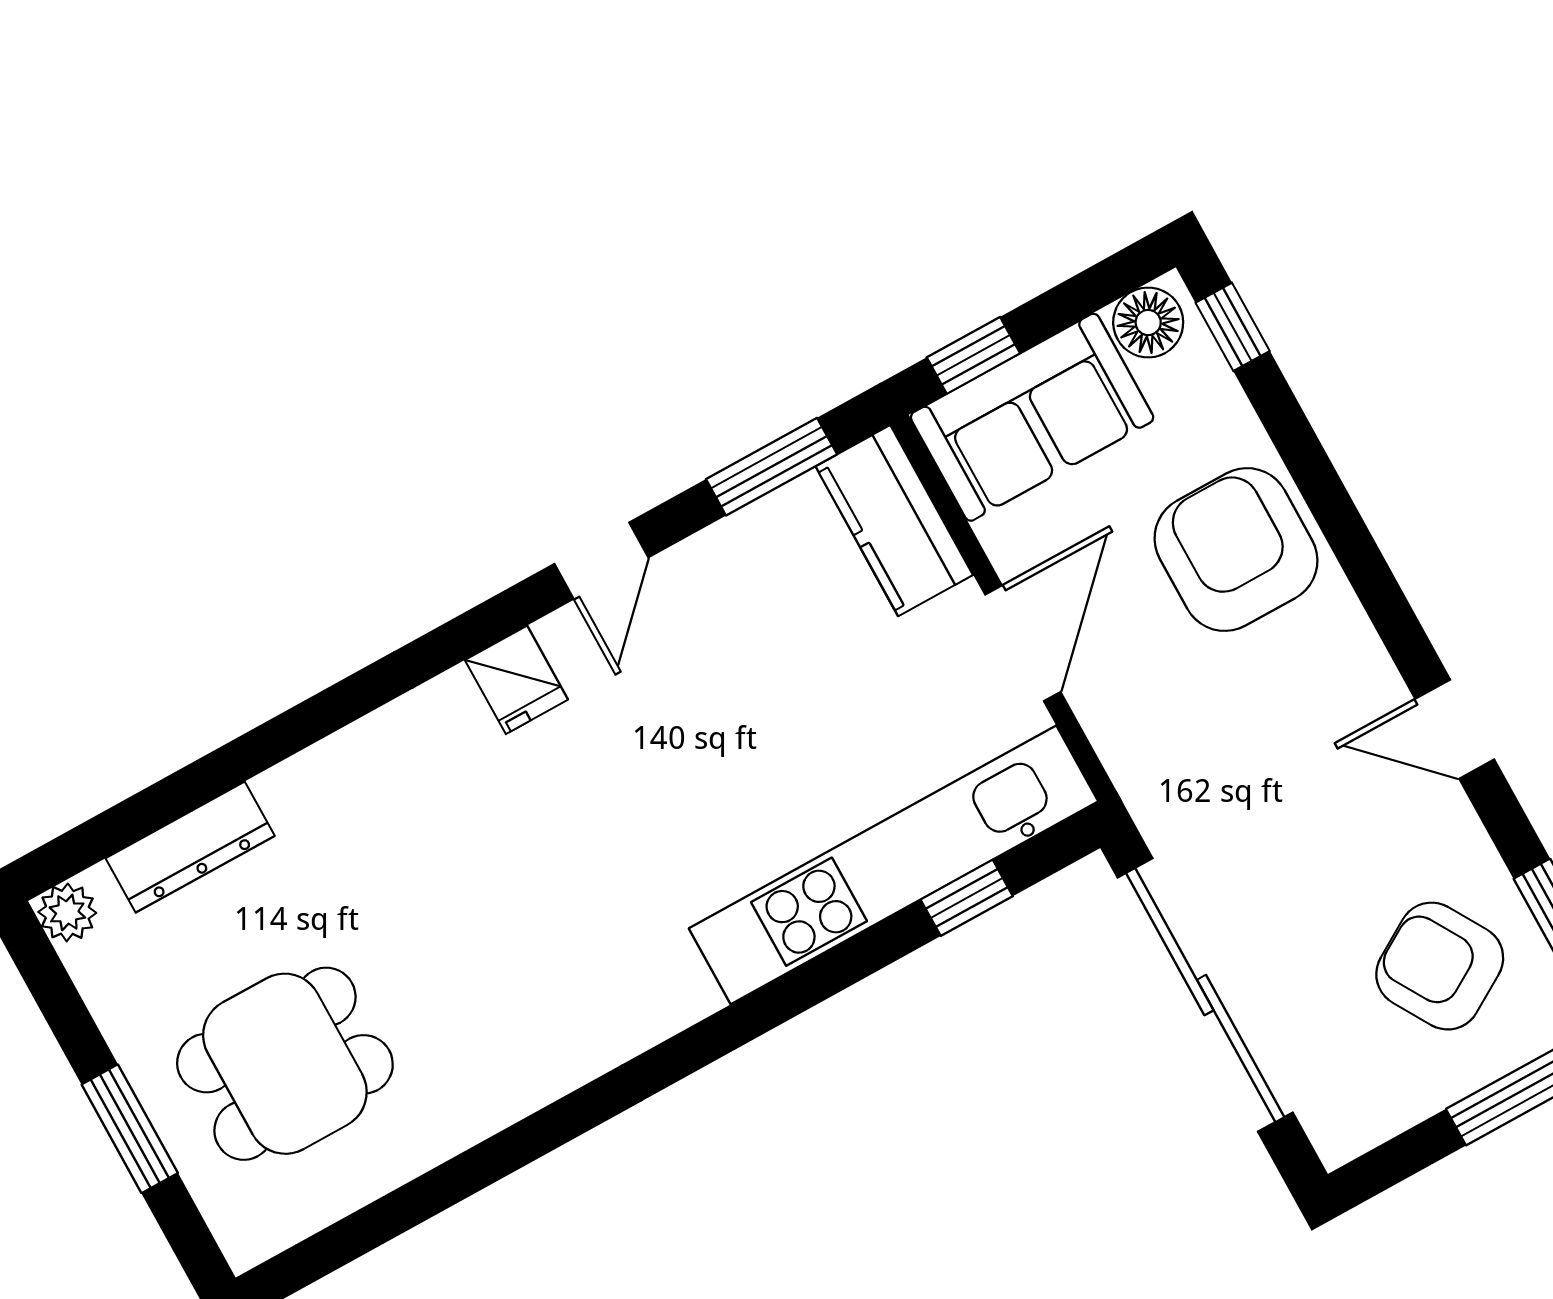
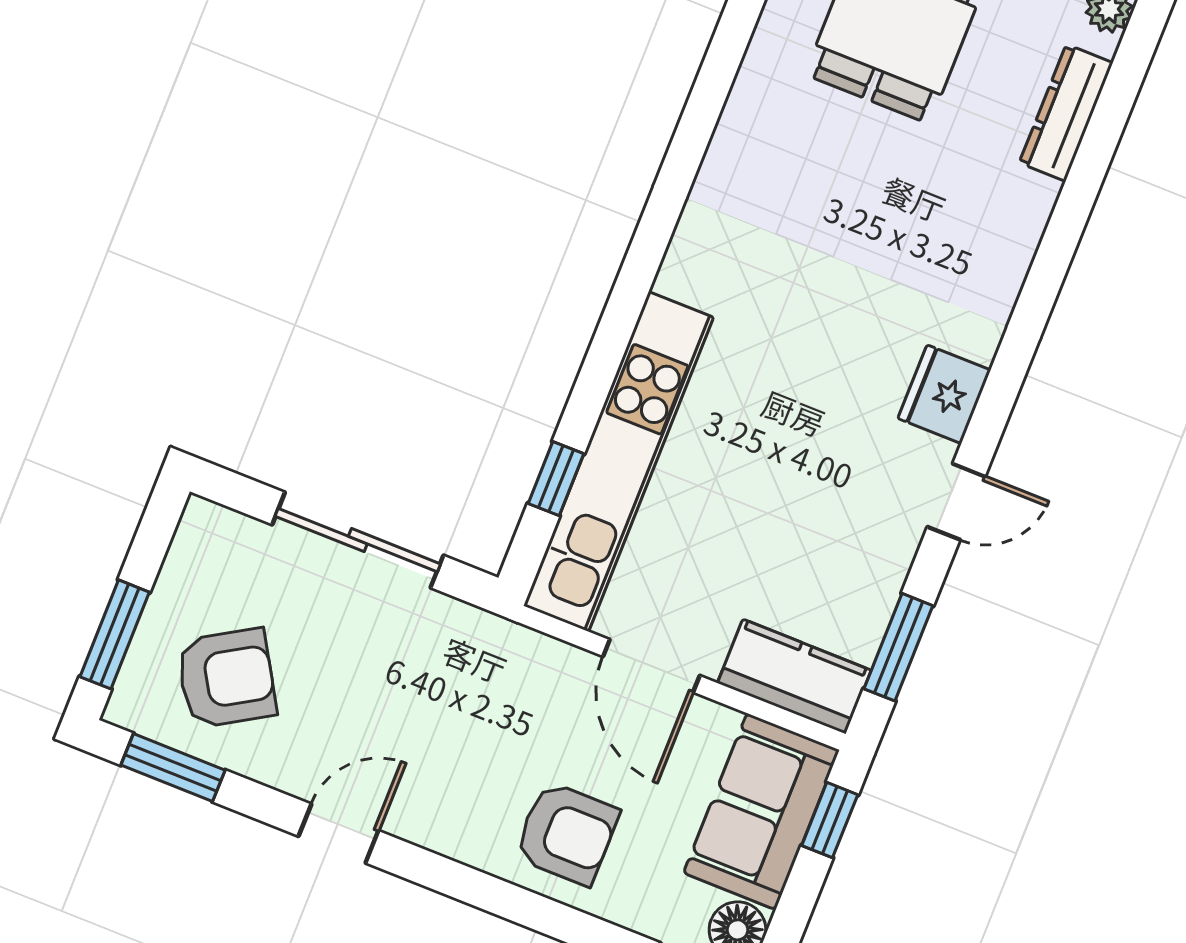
armchair: (1236, 550) -> (567, 833), width x0.73, depth x0.73
door: (601, 561) -> (956, 502), swing flipped
fridge: (516, 680) -> (944, 394), width x1.38
sliding door: (1205, 995) -> (358, 540), width x0.73

